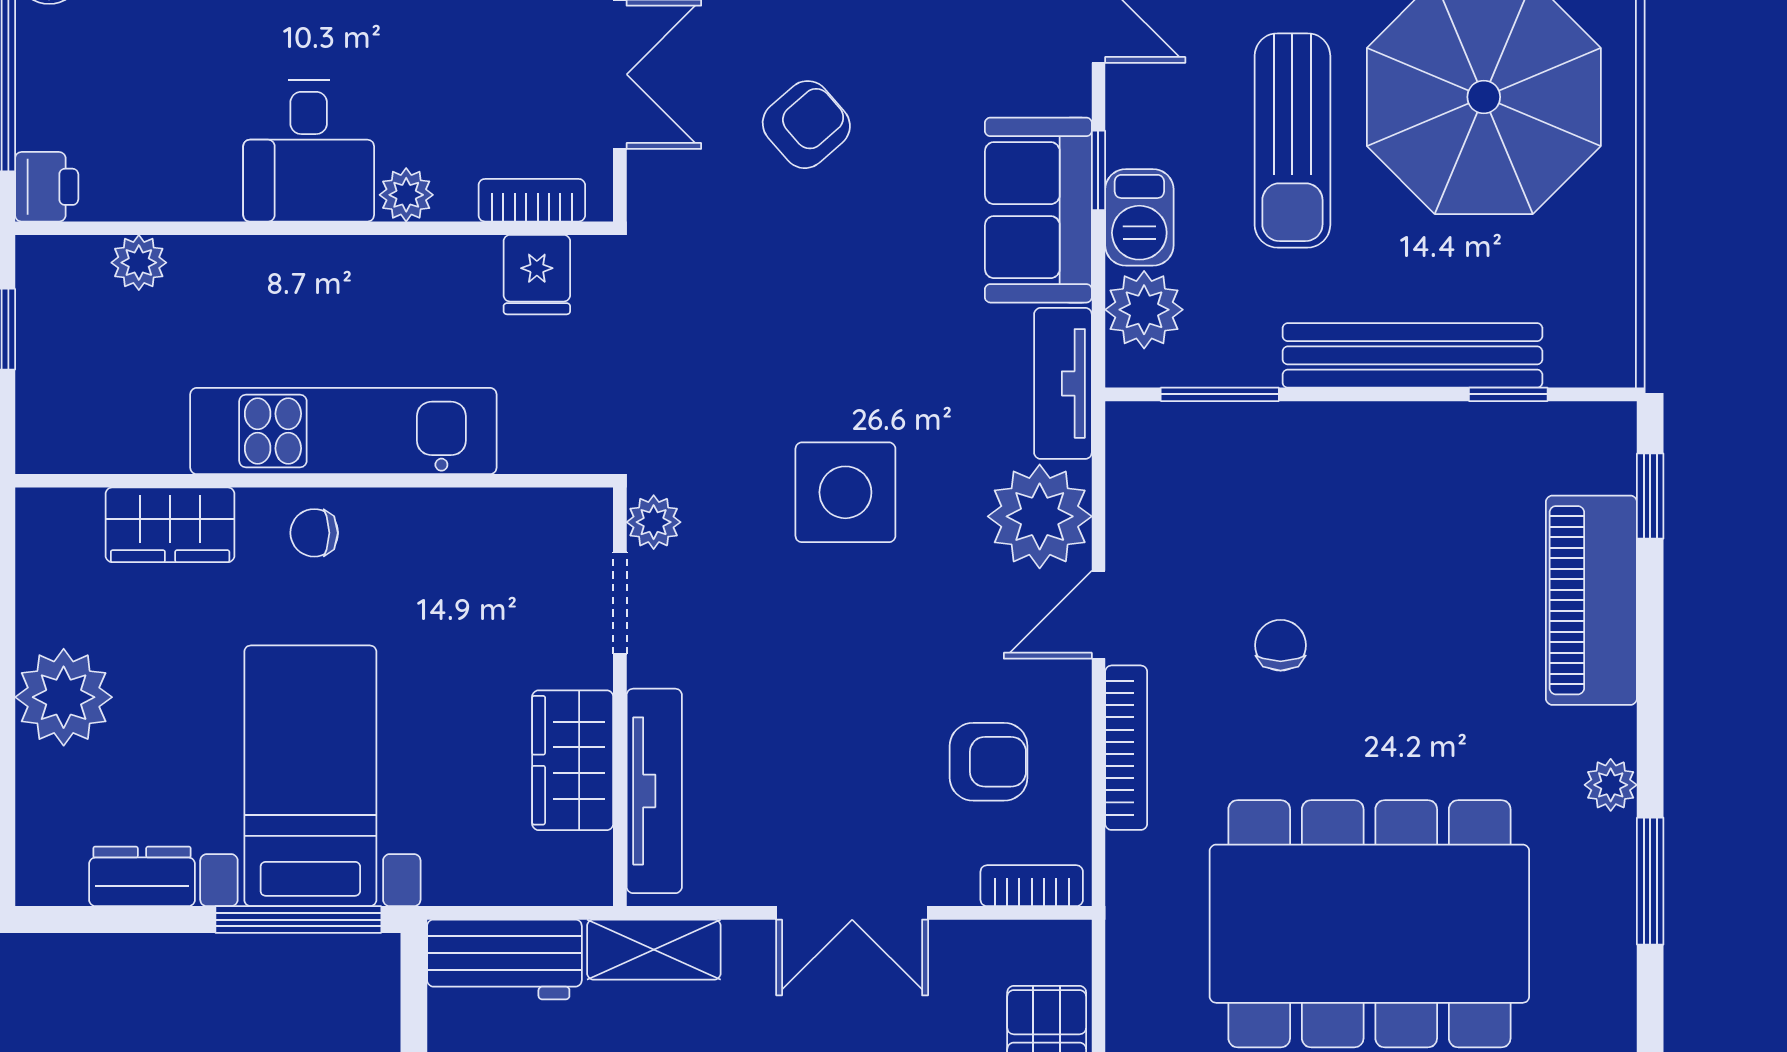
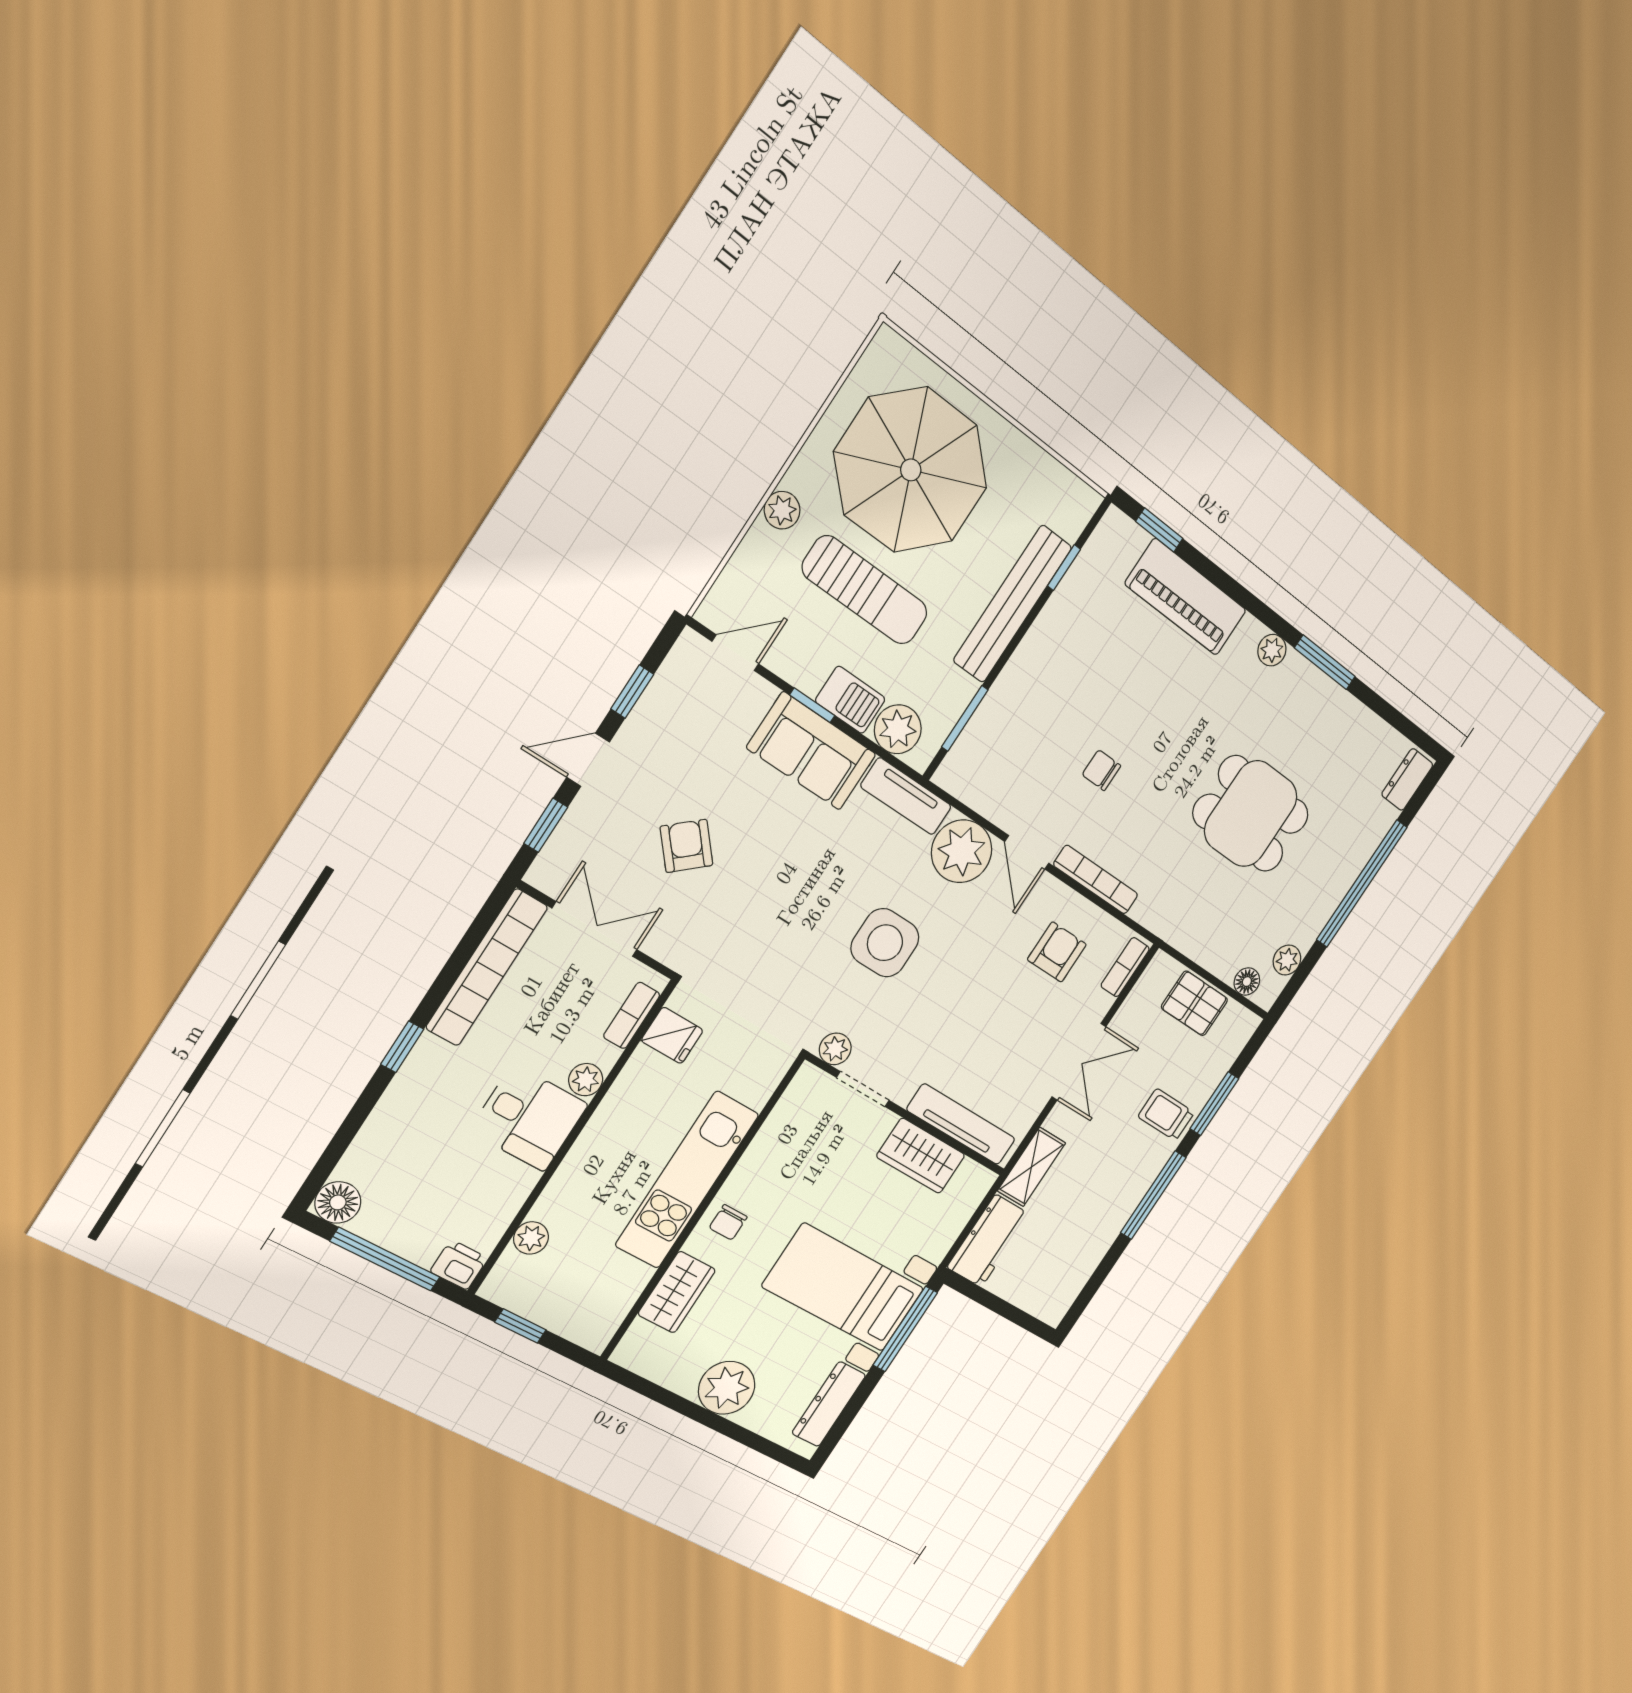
dresser: (142, 876) -> (829, 1404), width x1.44
dining table: (1369, 924) -> (1251, 814), width x0.53, depth x0.80

